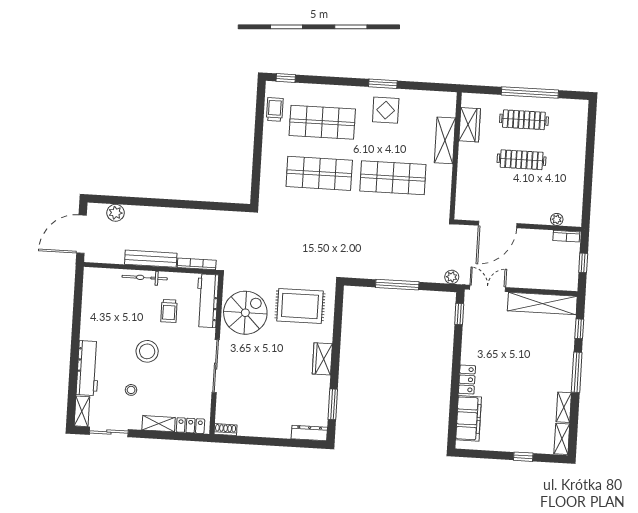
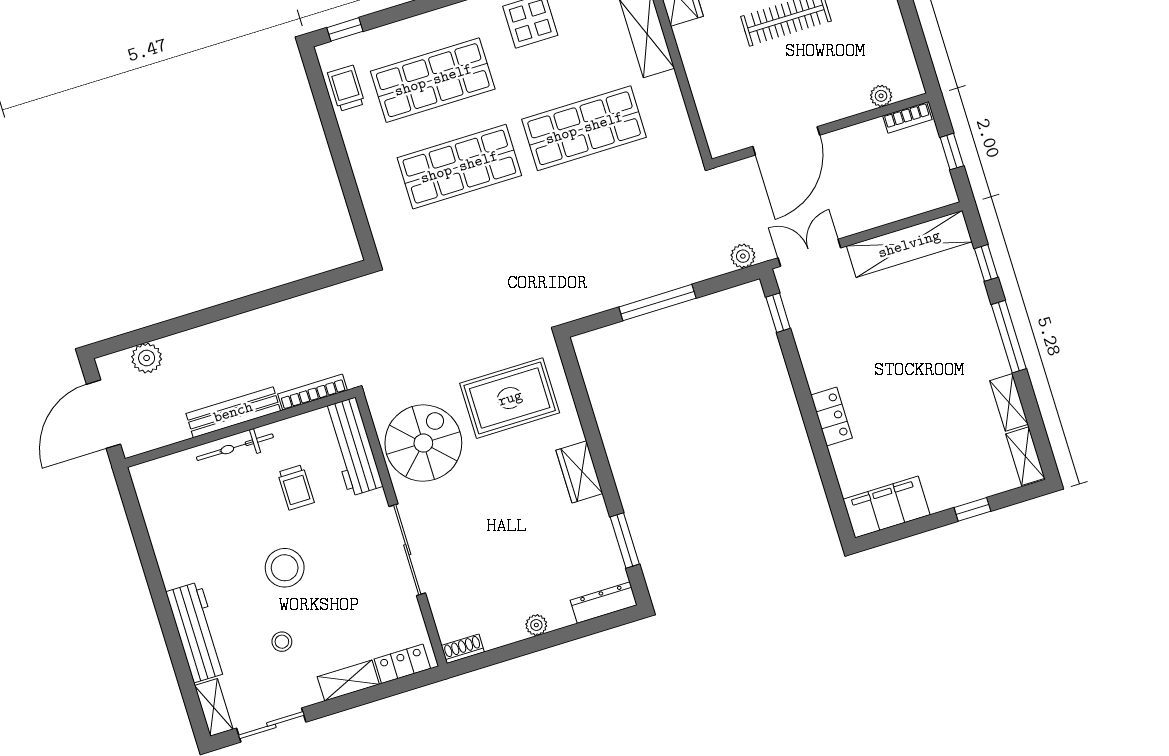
filing cabinet: (469, 418) -> (886, 507), moved, turned -90
plant: (269, 432) -> (536, 625), added

